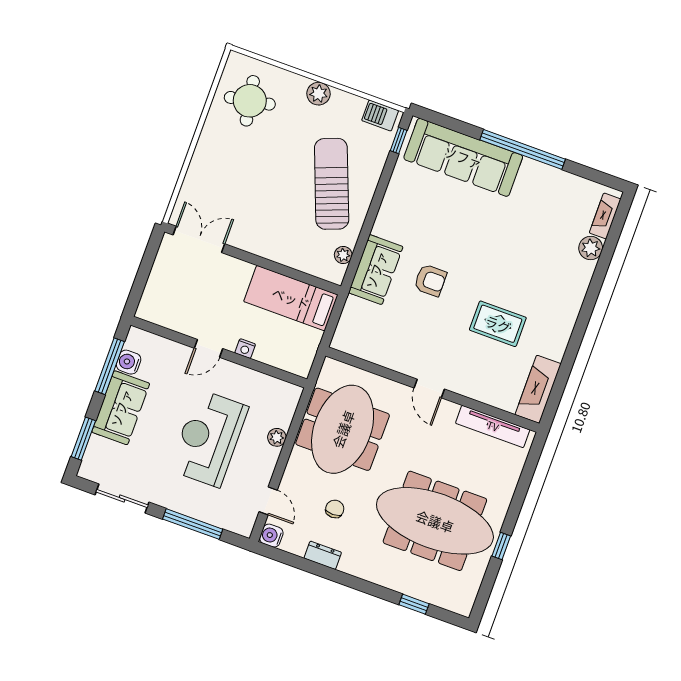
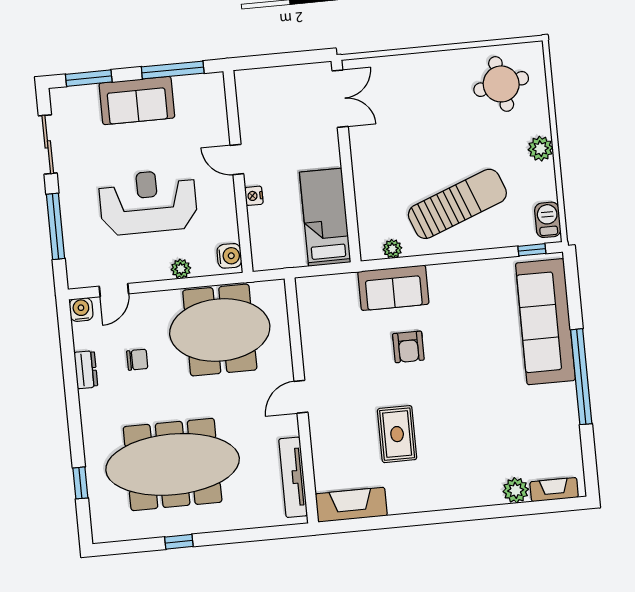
water cooler: (129, 362) -> (229, 256), moved, turned 90
meeting table: (435, 521) -> (173, 464), turned 90

